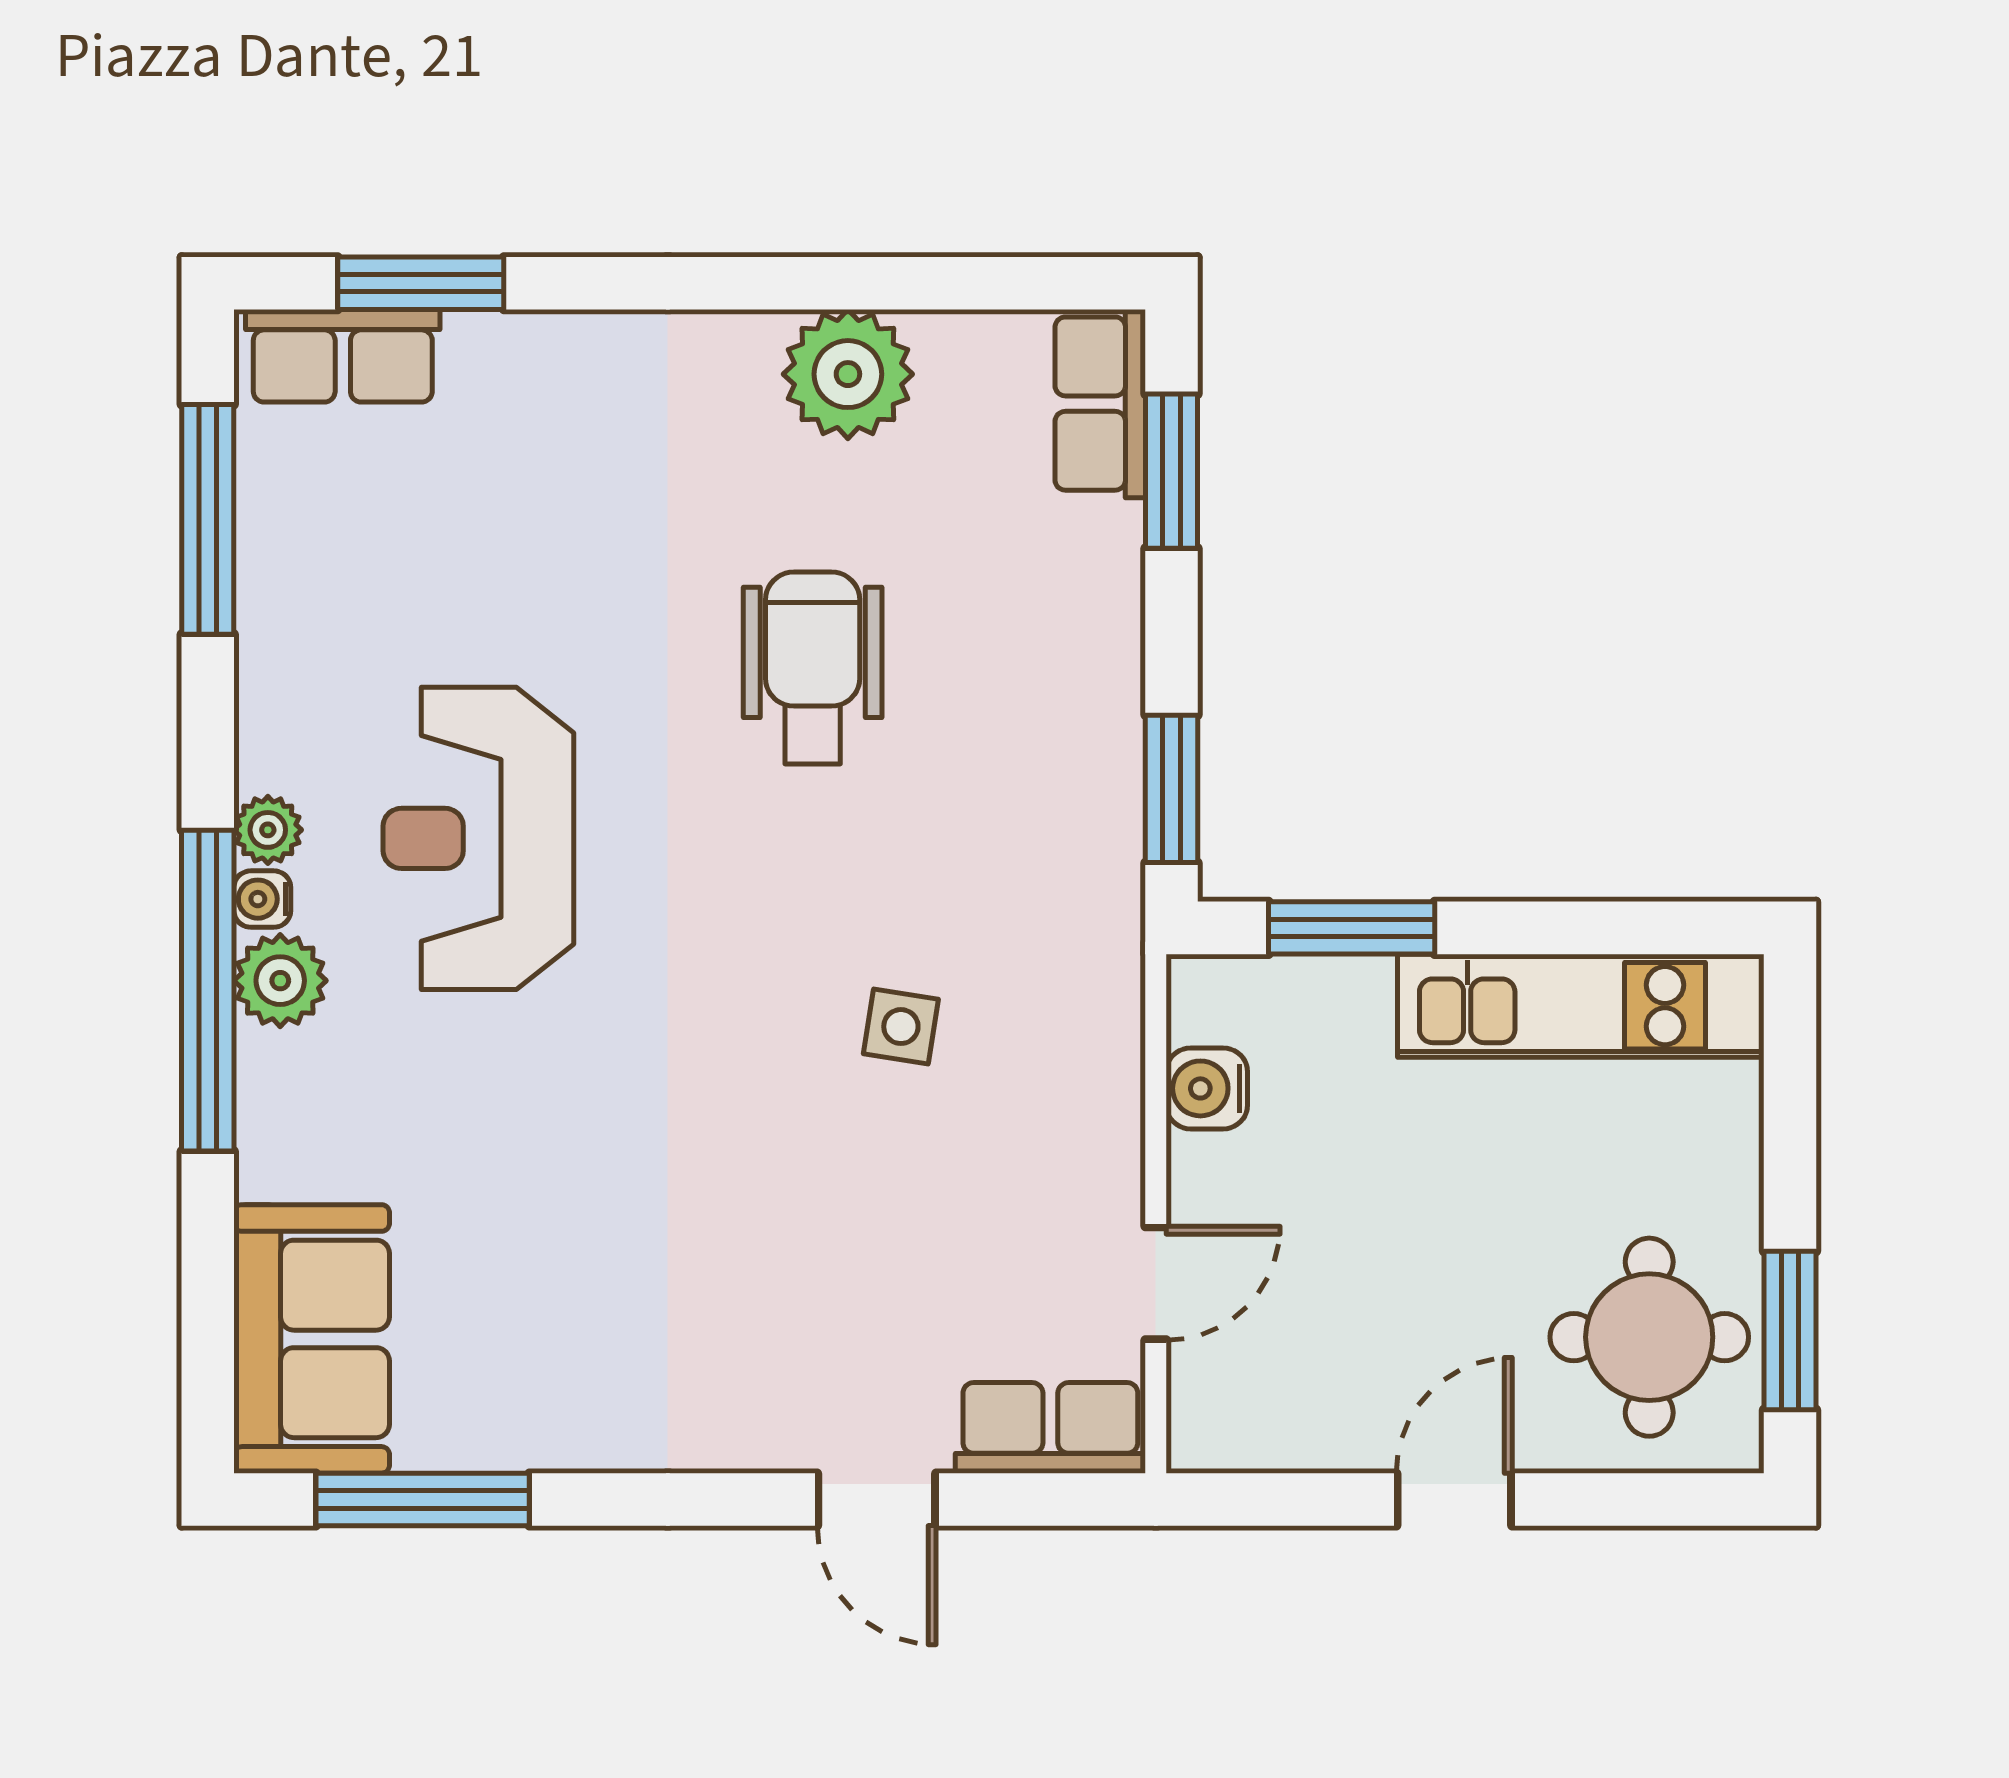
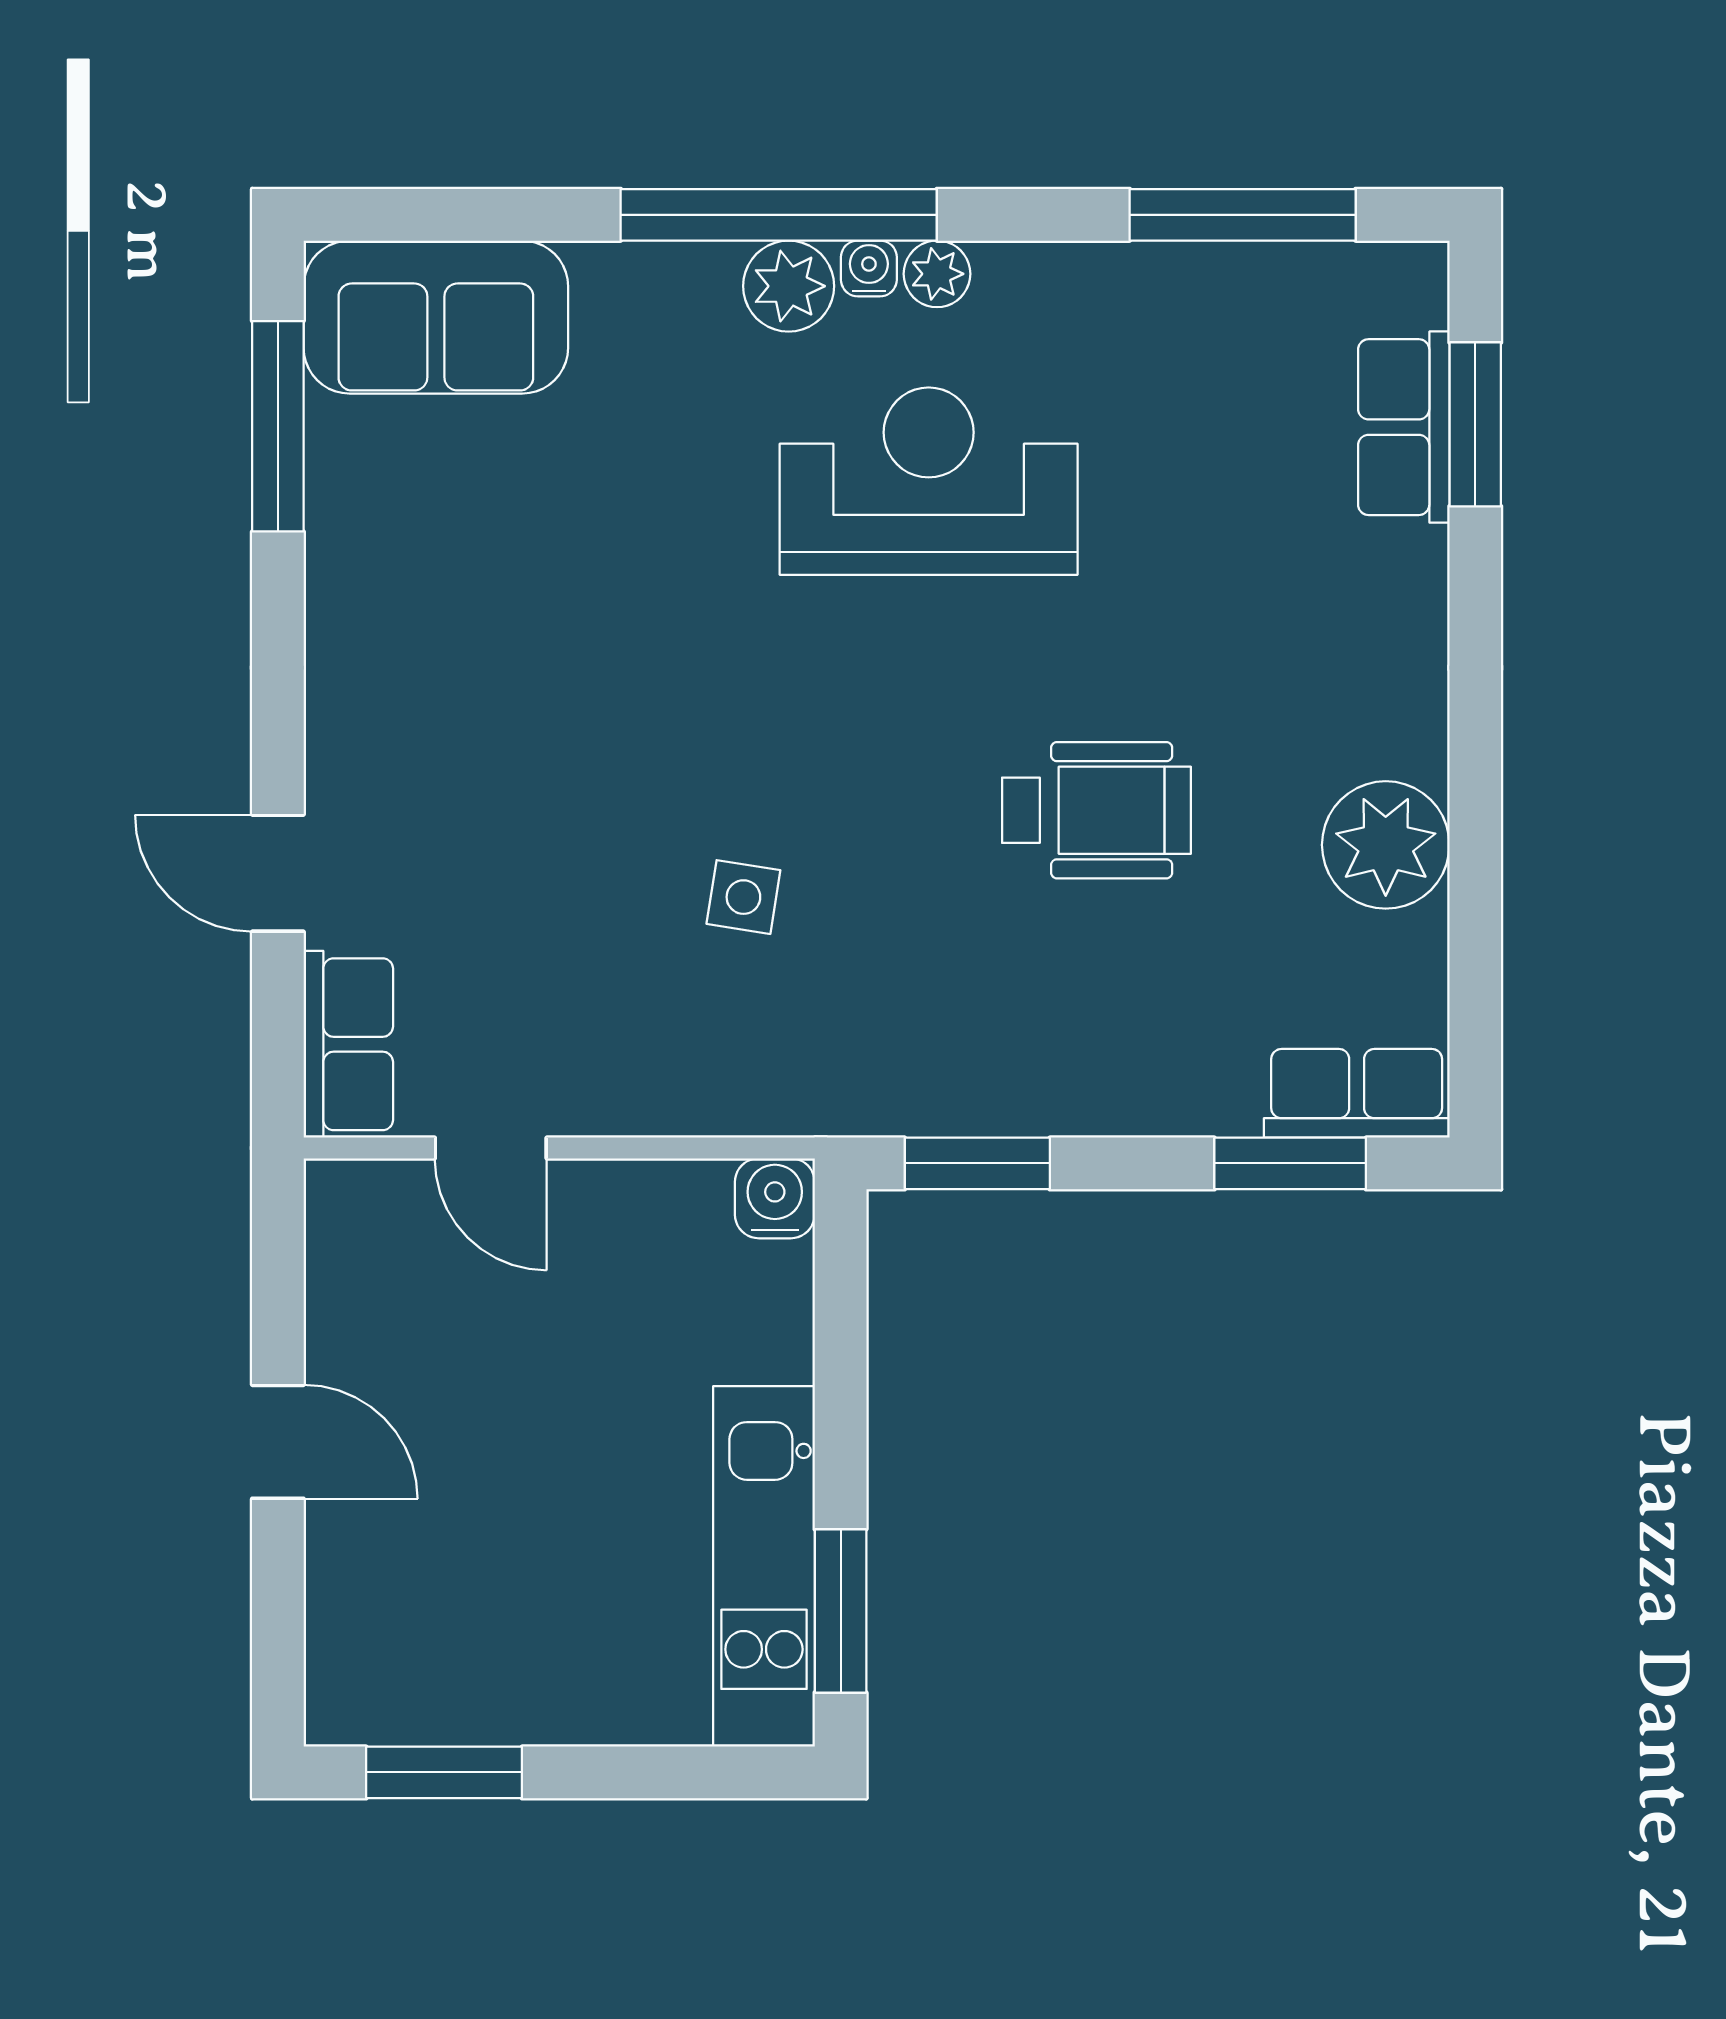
row of seats: (343, 356) -> (1404, 427), moved
window: (1352, 928) -> (841, 1611), moved
water cooler: (1207, 1088) -> (775, 1198), moved
round table: (1649, 1337) -> (438, 1634), removed
door: (877, 1499) -> (278, 873), hinge flipped

